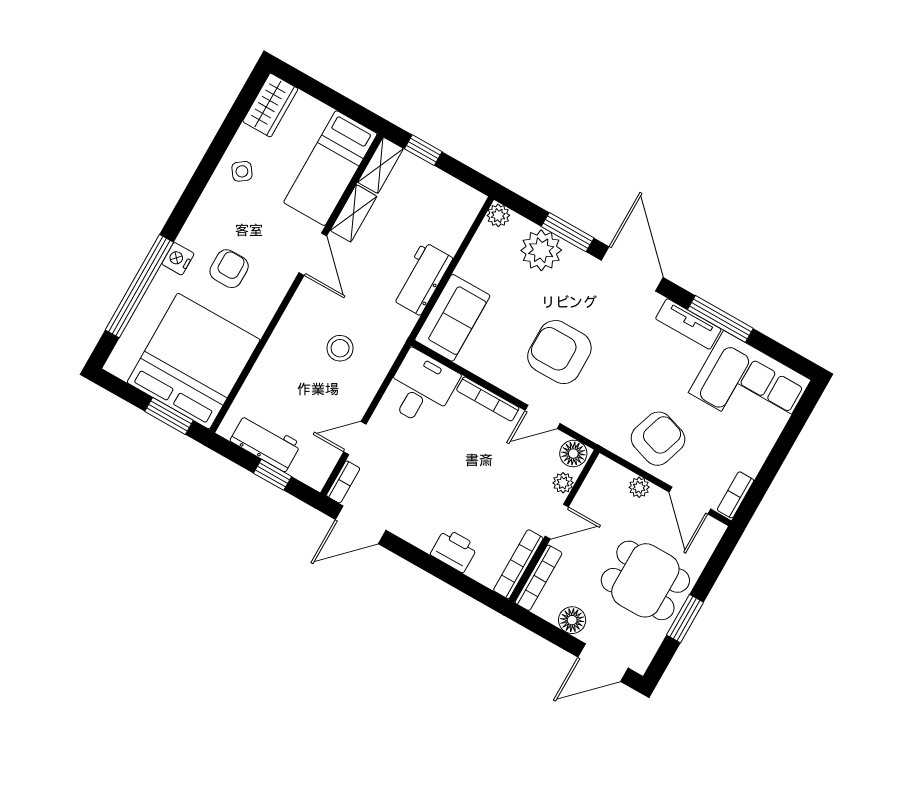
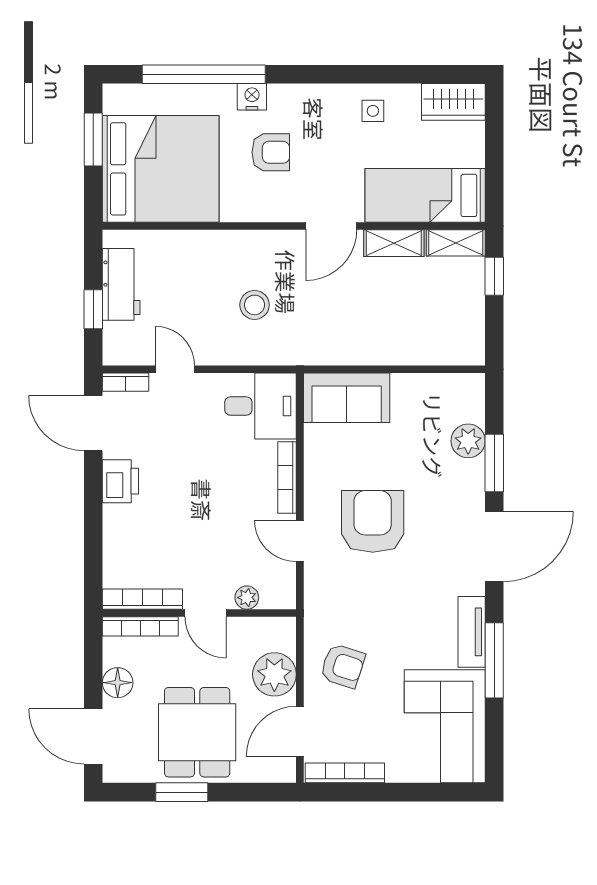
side table: (242, 171) -> (373, 111), turned 36
plant: (498, 215) -> (472, 386), removed
plant: (541, 250) -> (468, 441), width x0.73, depth x0.73
workbench: (422, 279) -> (368, 346), removed
window: (169, 416) -> (93, 140), moved
armchair: (658, 439) -> (343, 666), width x0.72, depth x0.72
floor lamp: (573, 454) -> (281, 591), removed
plant: (639, 487) -> (274, 674), width x1.87, depth x1.87
bookcase: (736, 495) -> (345, 773), width x1.56
printer: (454, 550) -> (120, 481), moved

